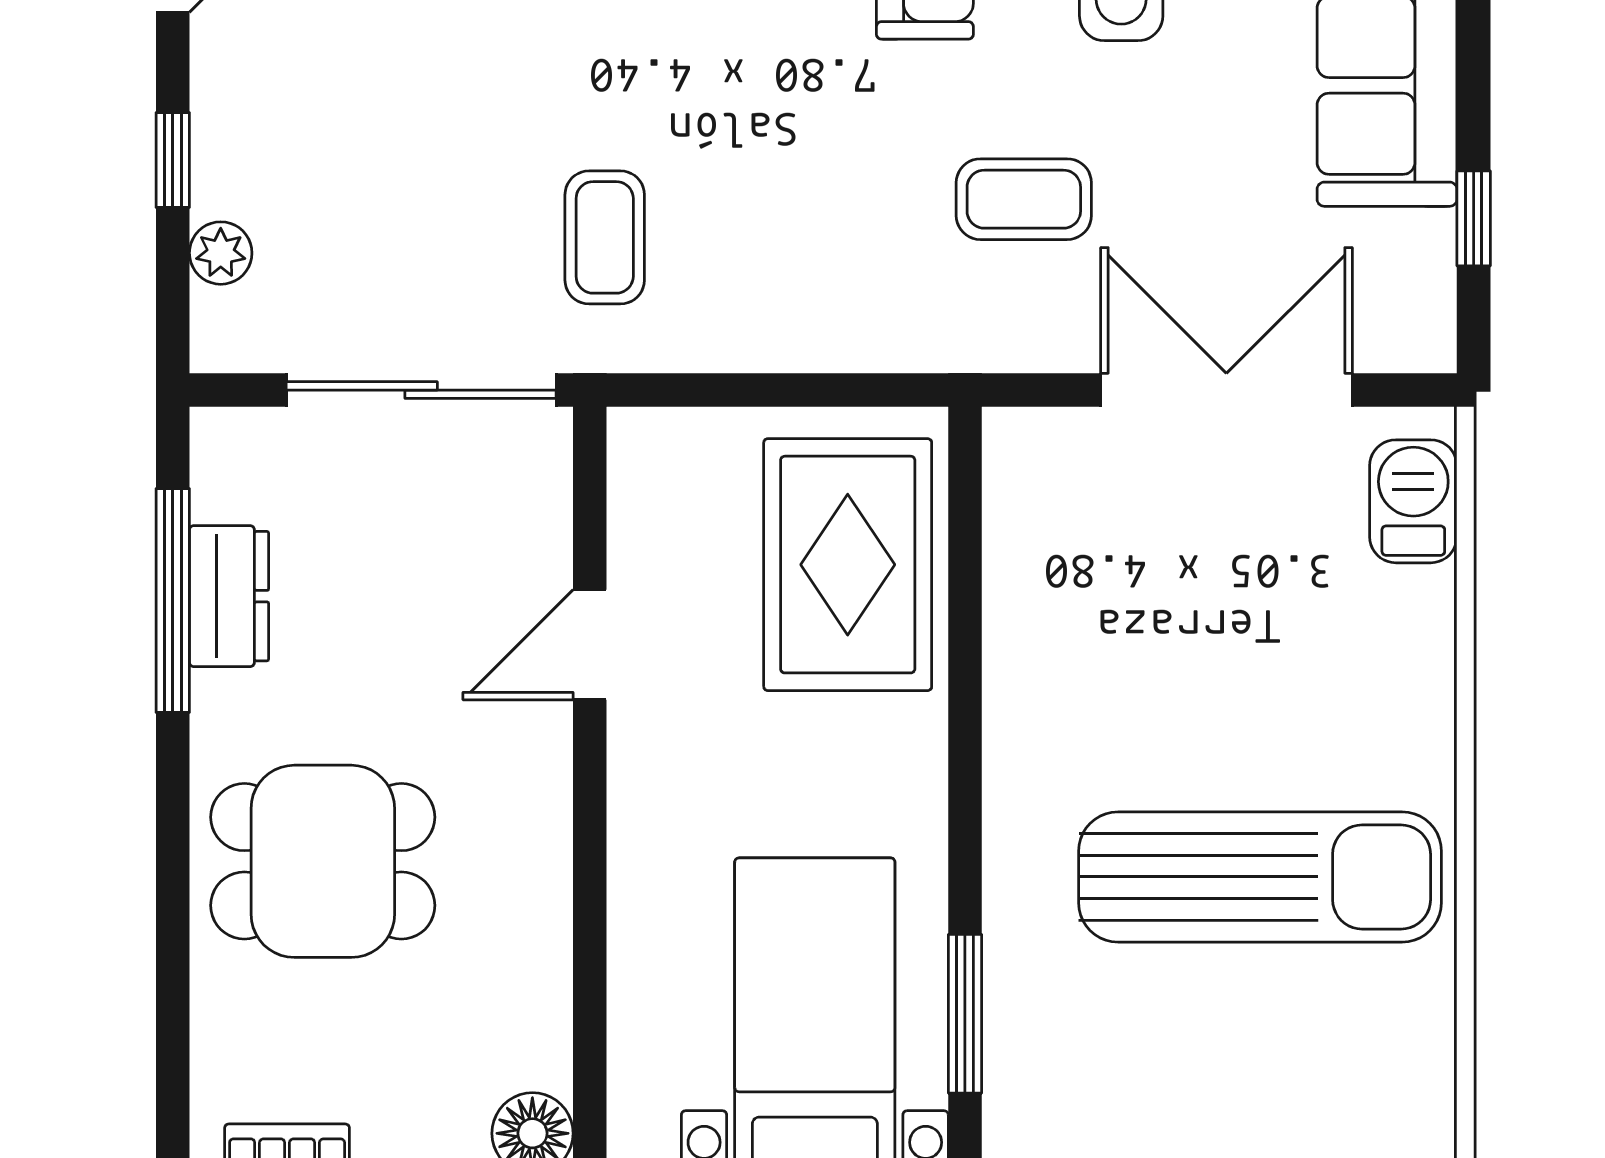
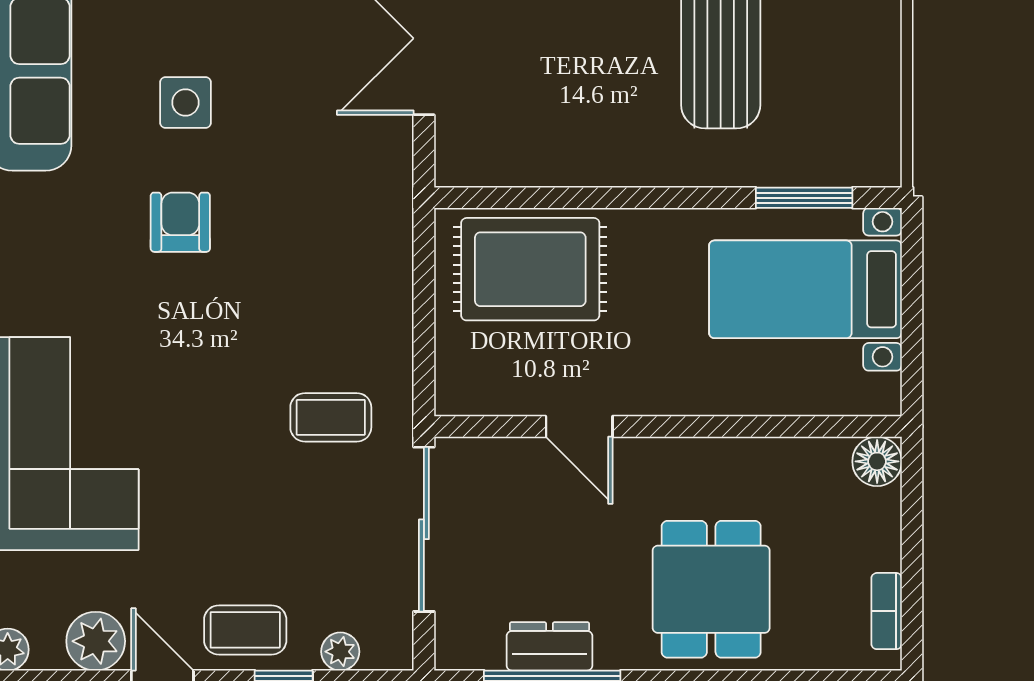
coffee table: (1024, 199) -> (245, 630), moved, turned 90

